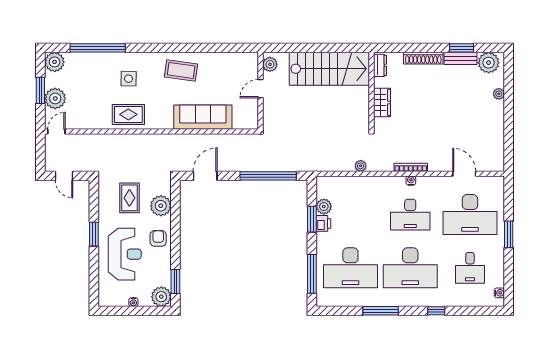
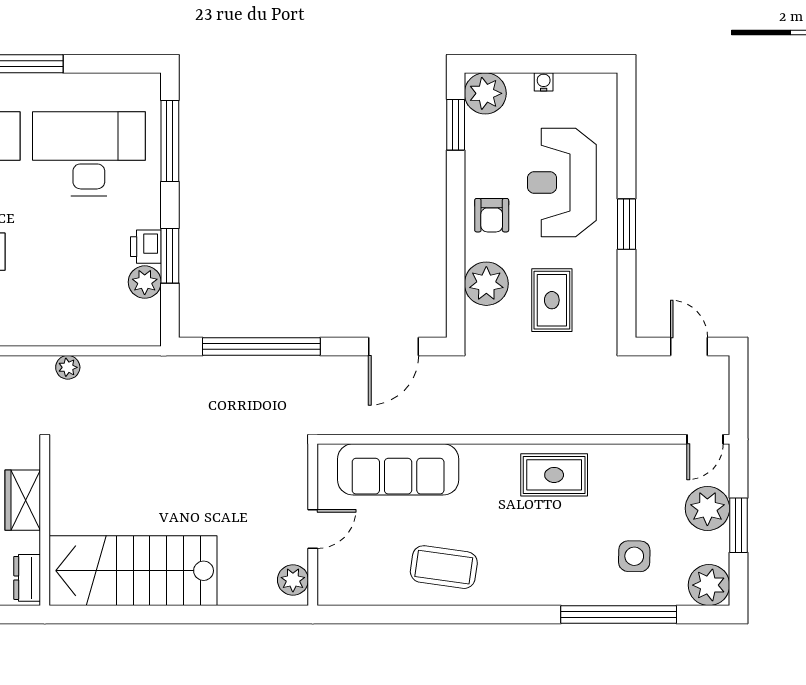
plant: (270, 64) -> (293, 580), moved
side table: (129, 79) -> (634, 556), moved
door: (260, 89) -> (313, 529), moved
wall: (260, 91) -> (313, 525), moved

